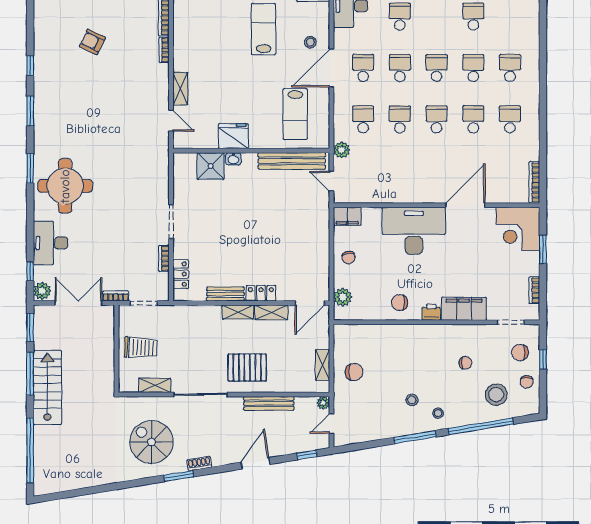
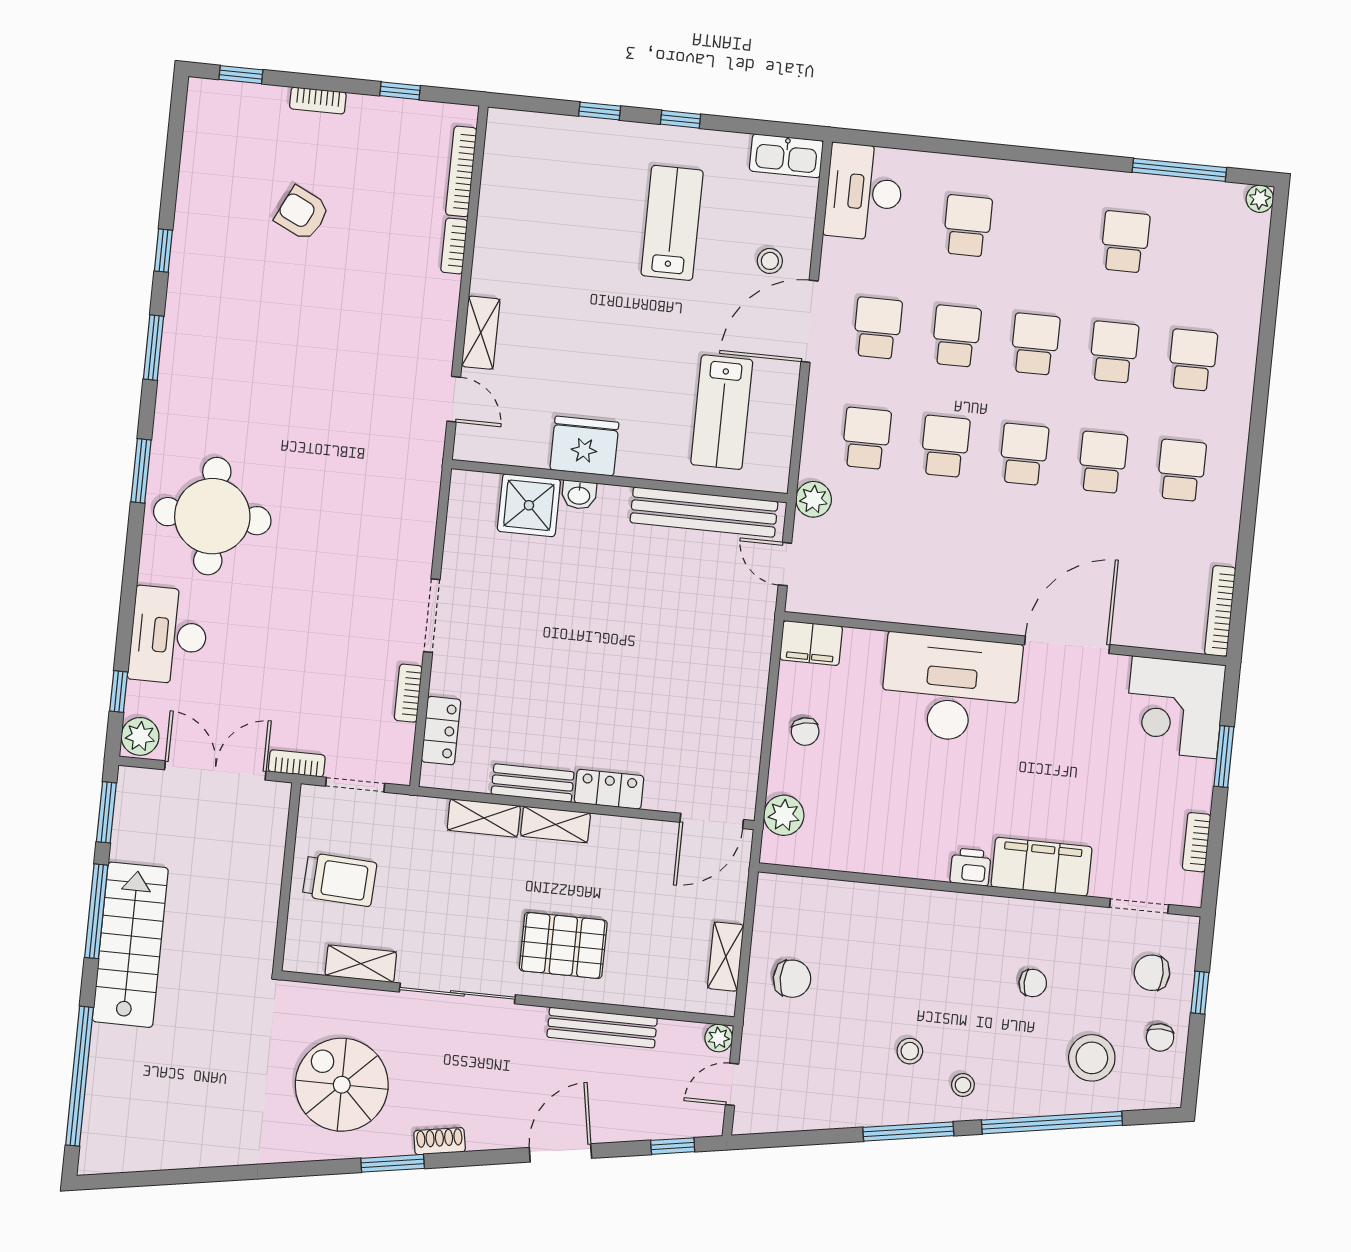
chair: (400, 303) -> (905, 840), removed
shelving: (271, 312) -> (484, 818), moved

